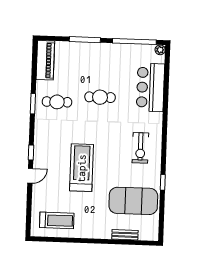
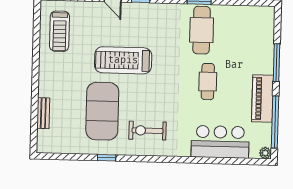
piano: (45, 60) -> (262, 98), moved, turned 90
cafe table: (57, 102) -> (202, 30), width x1.37, depth x1.35
treadmill: (82, 168) -> (123, 60), turned 180
exercise mat: (133, 201) -> (102, 111), moved

